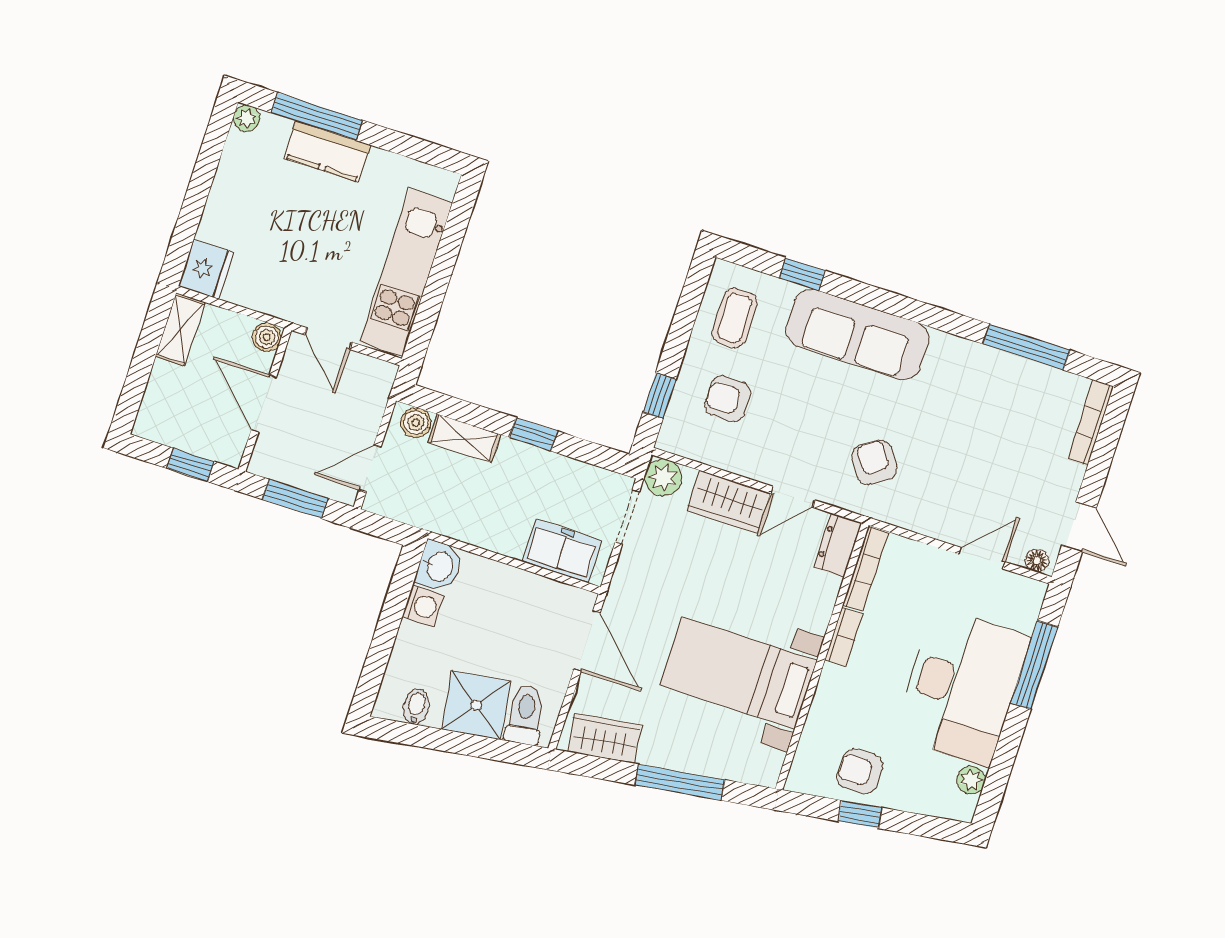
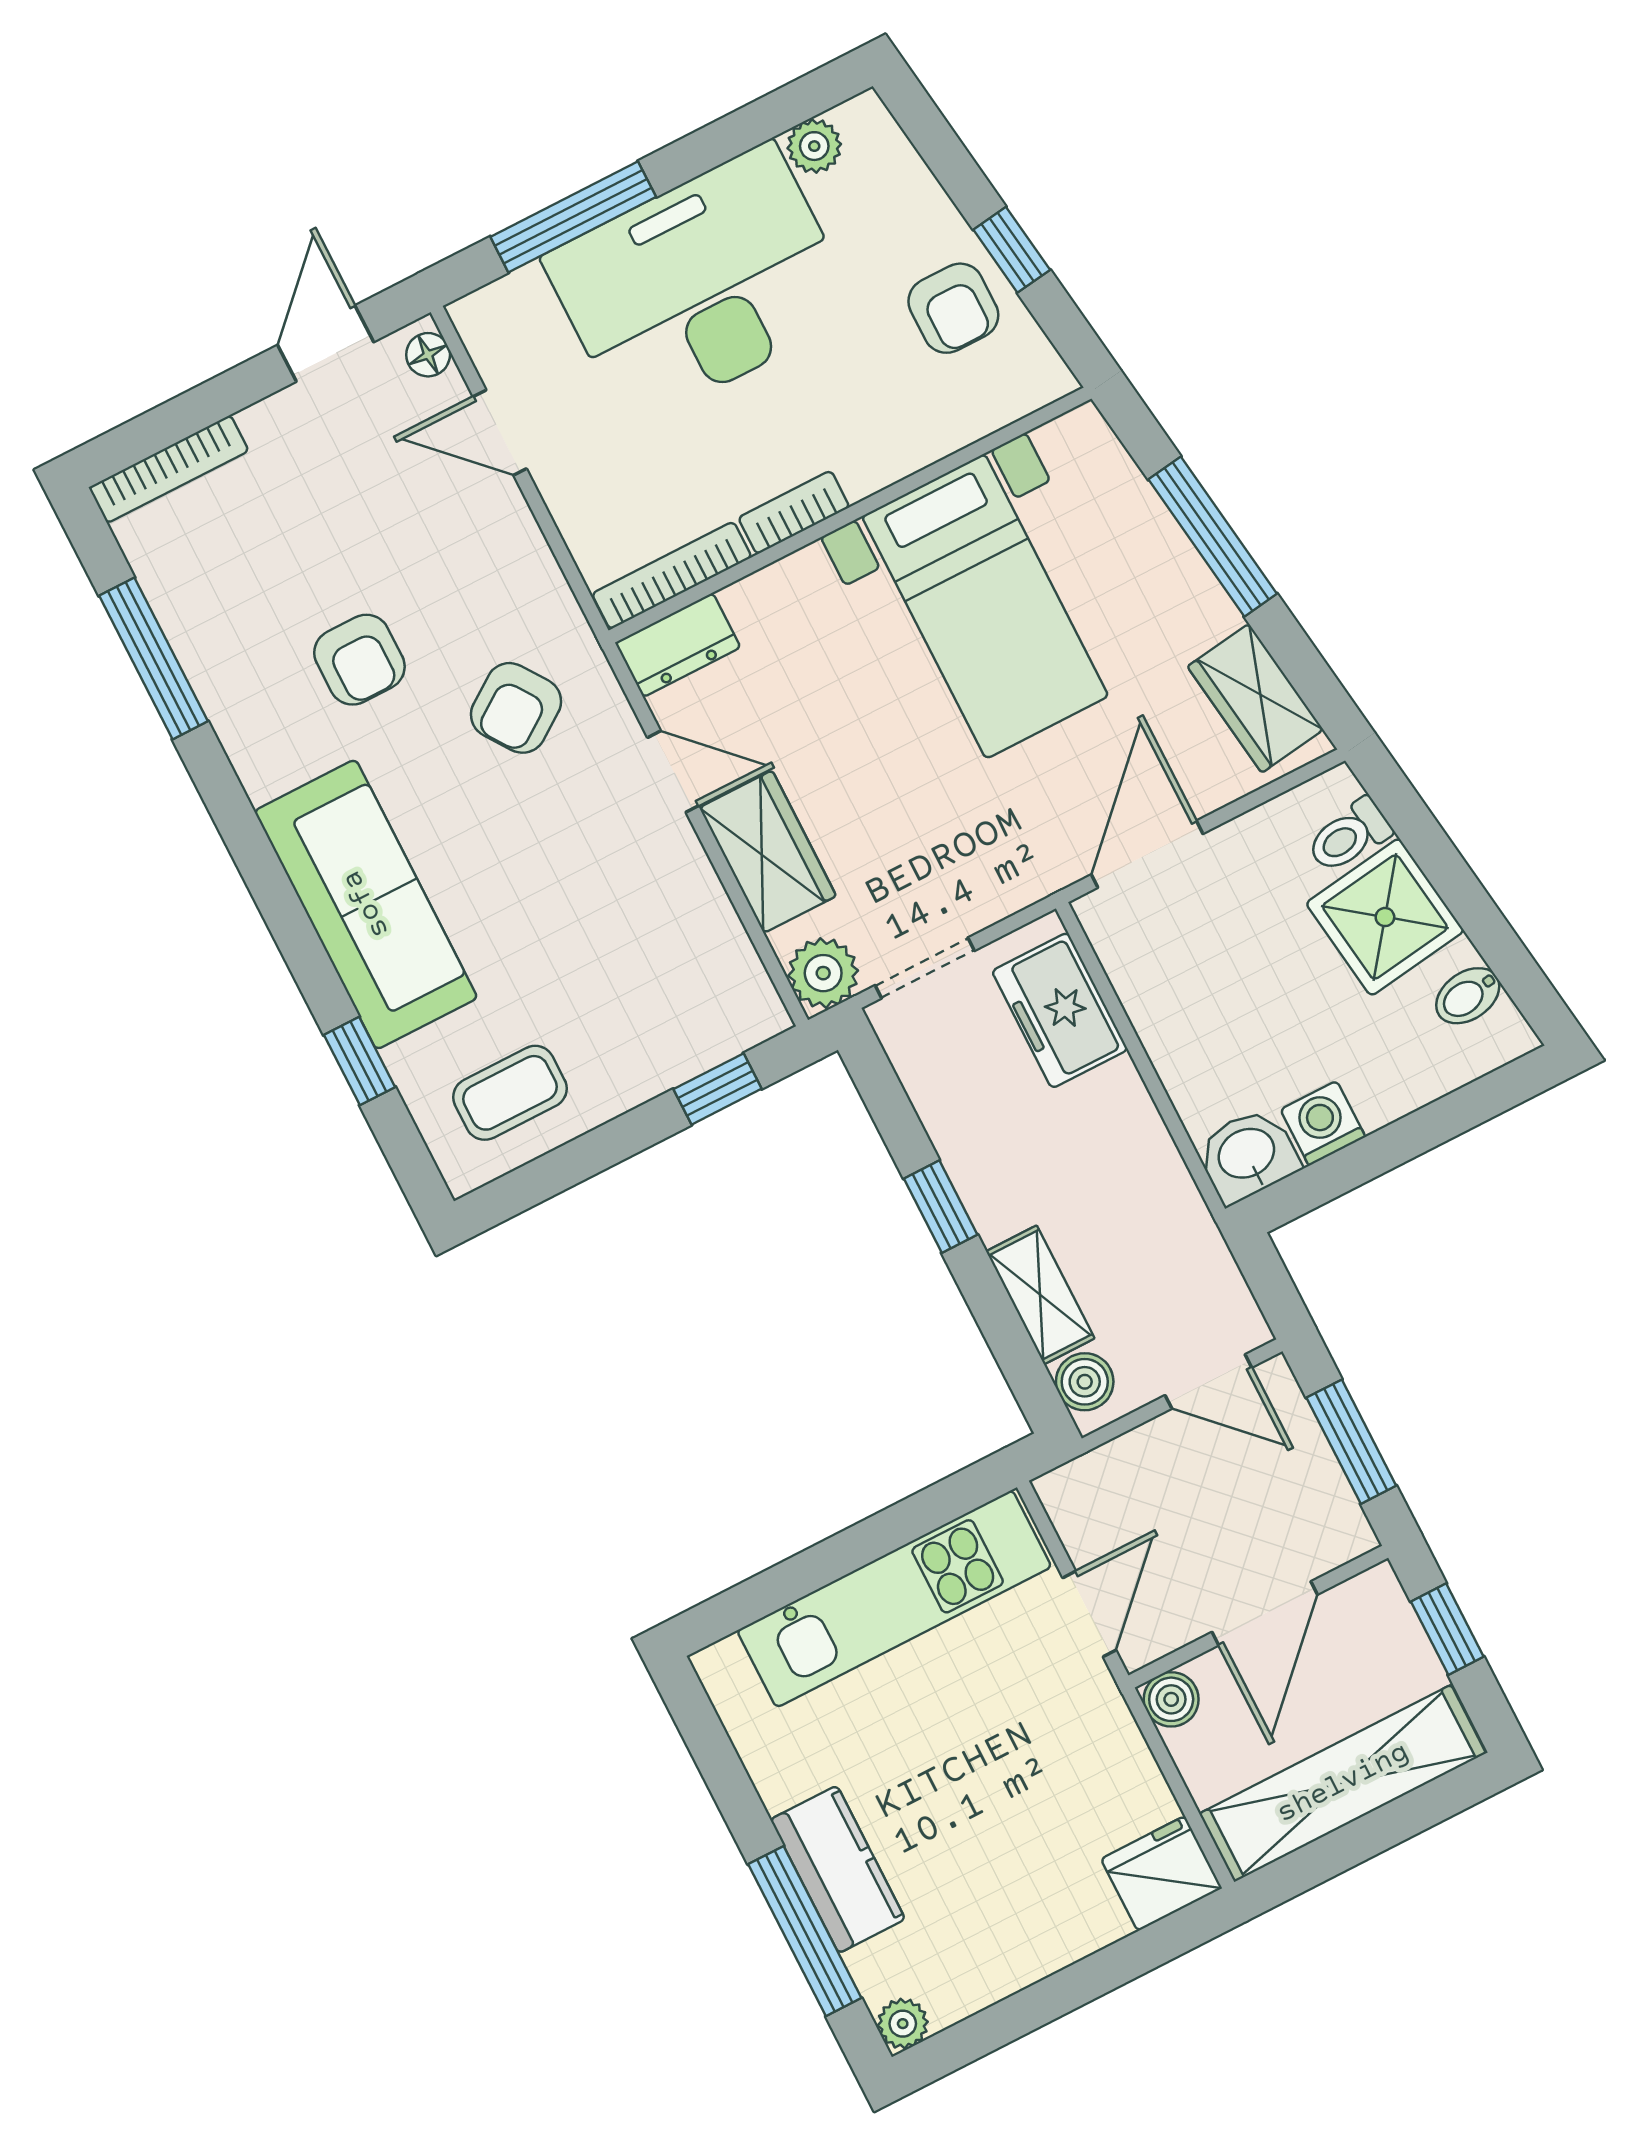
shelving: (180, 329) -> (1343, 1783), width x2.20, depth x1.33
armchair: (728, 399) -> (359, 660), moved
toilet: (525, 715) -> (1349, 836), width x0.73, depth x0.72

